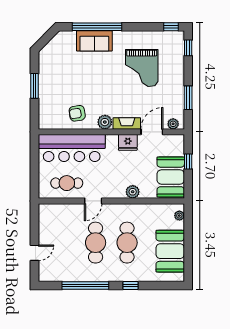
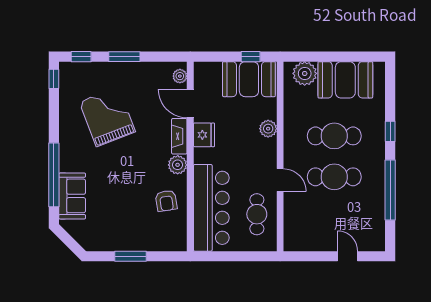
sofa: (94, 41) -> (72, 196), moved
grand piano: (142, 68) -> (107, 117), turned -111
window: (188, 98) -> (124, 57), moved
window: (188, 162) -> (251, 57), moved
plant: (179, 216) -> (305, 73), width x1.87, depth x1.87

